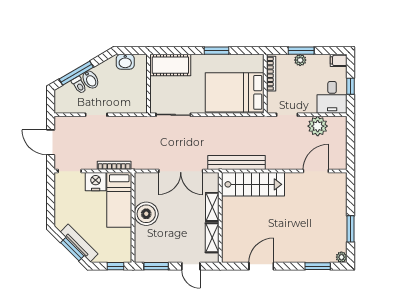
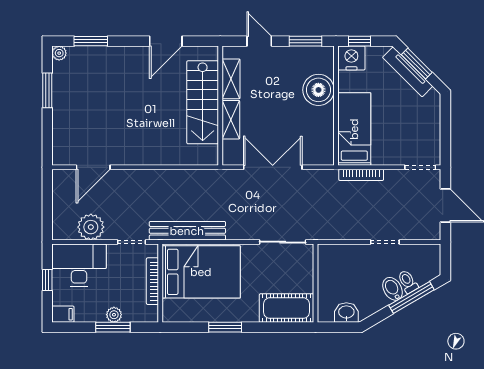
bookcase: (271, 74) -> (152, 281), moved
desk: (332, 97) -> (79, 265), width x1.37
bench: (237, 163) -> (187, 231), moved
nightstand: (96, 182) -> (351, 58), moved, turned 180
stairs: (253, 184) -> (203, 102), moved, turned -90
boiler: (146, 214) -> (318, 90), moved

